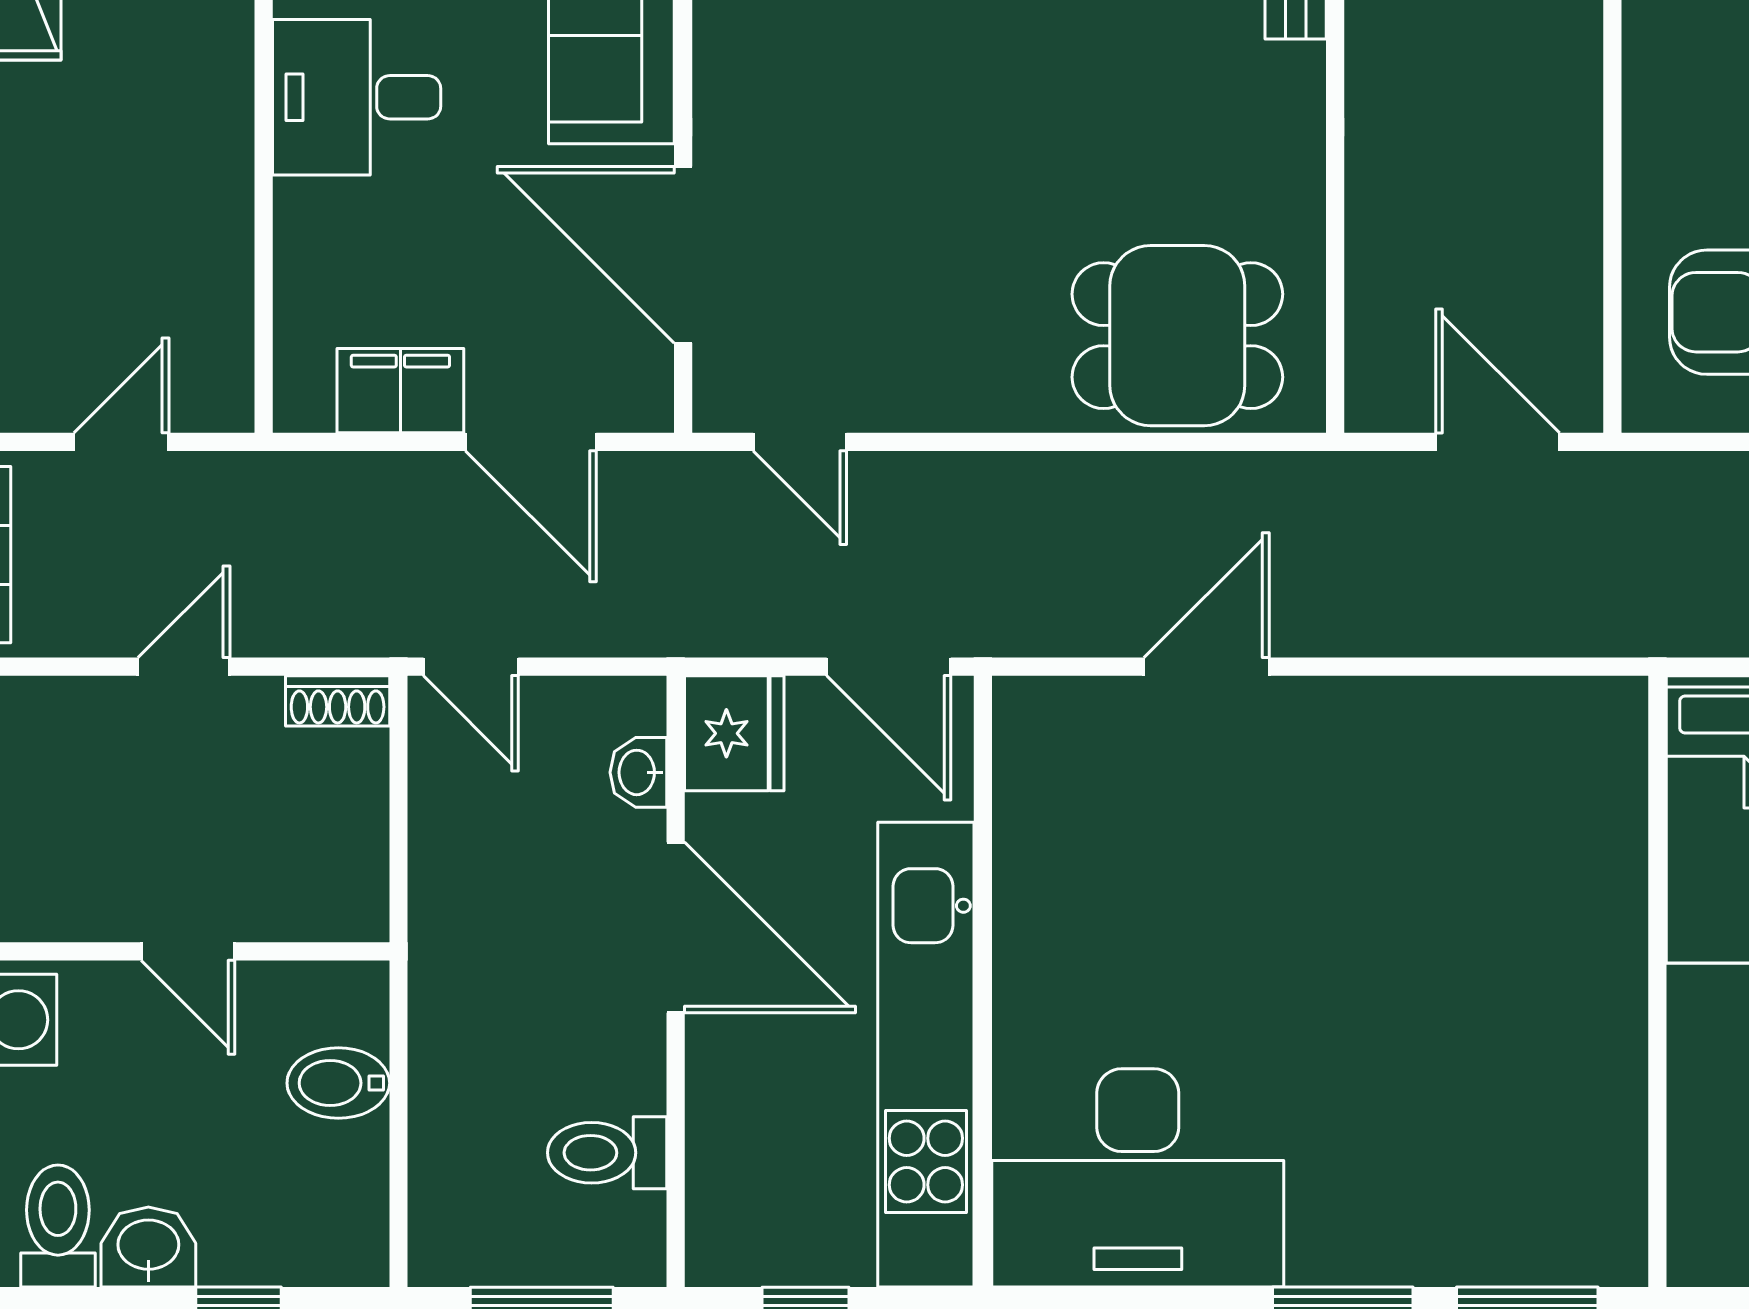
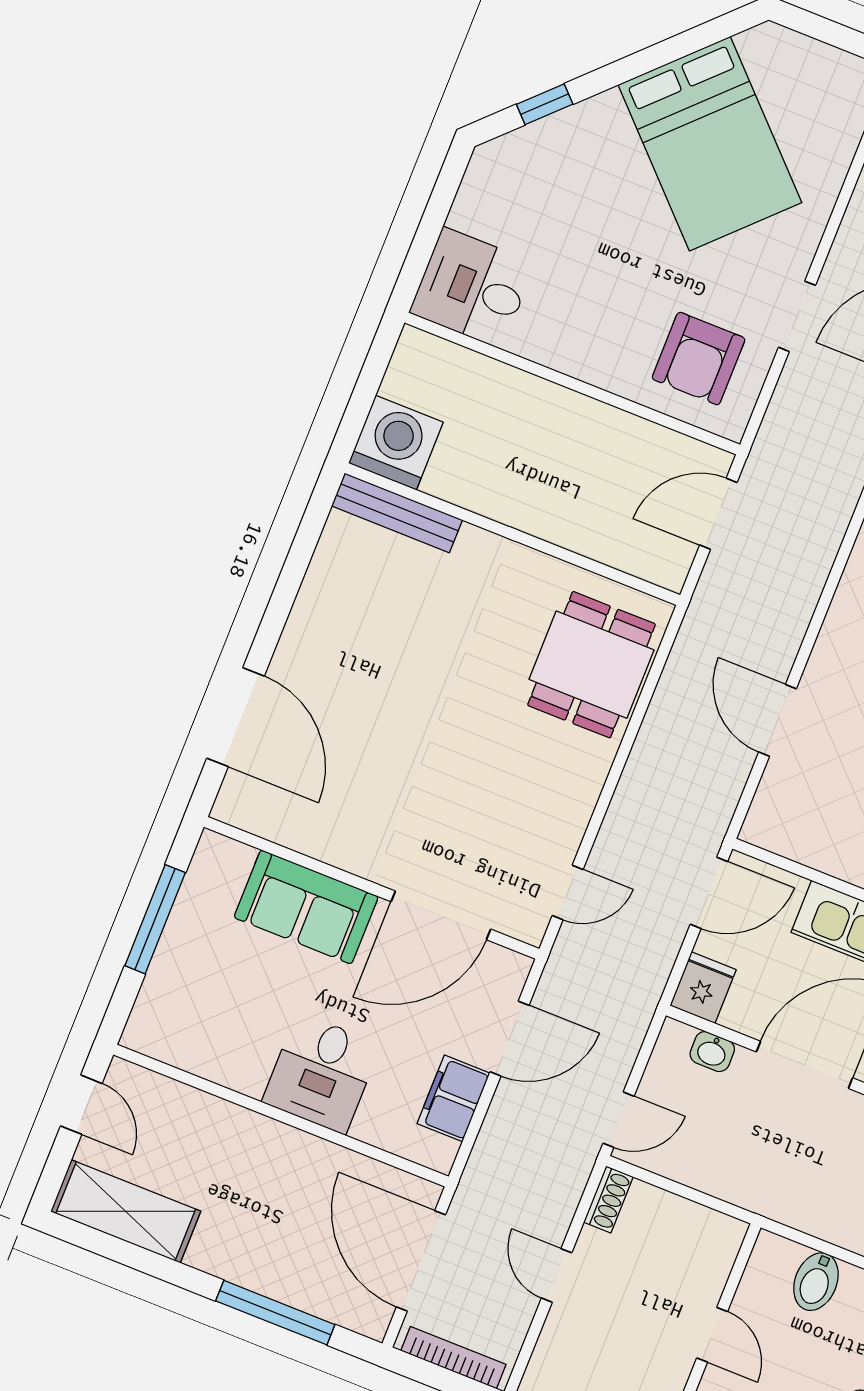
desk: (357, 97) -> (321, 1073), moved
door: (121, 442) -> (421, 1261), width x1.87
fridge: (734, 733) -> (703, 988), width x0.72
door: (188, 951) -> (712, 1335), hinge flipped

